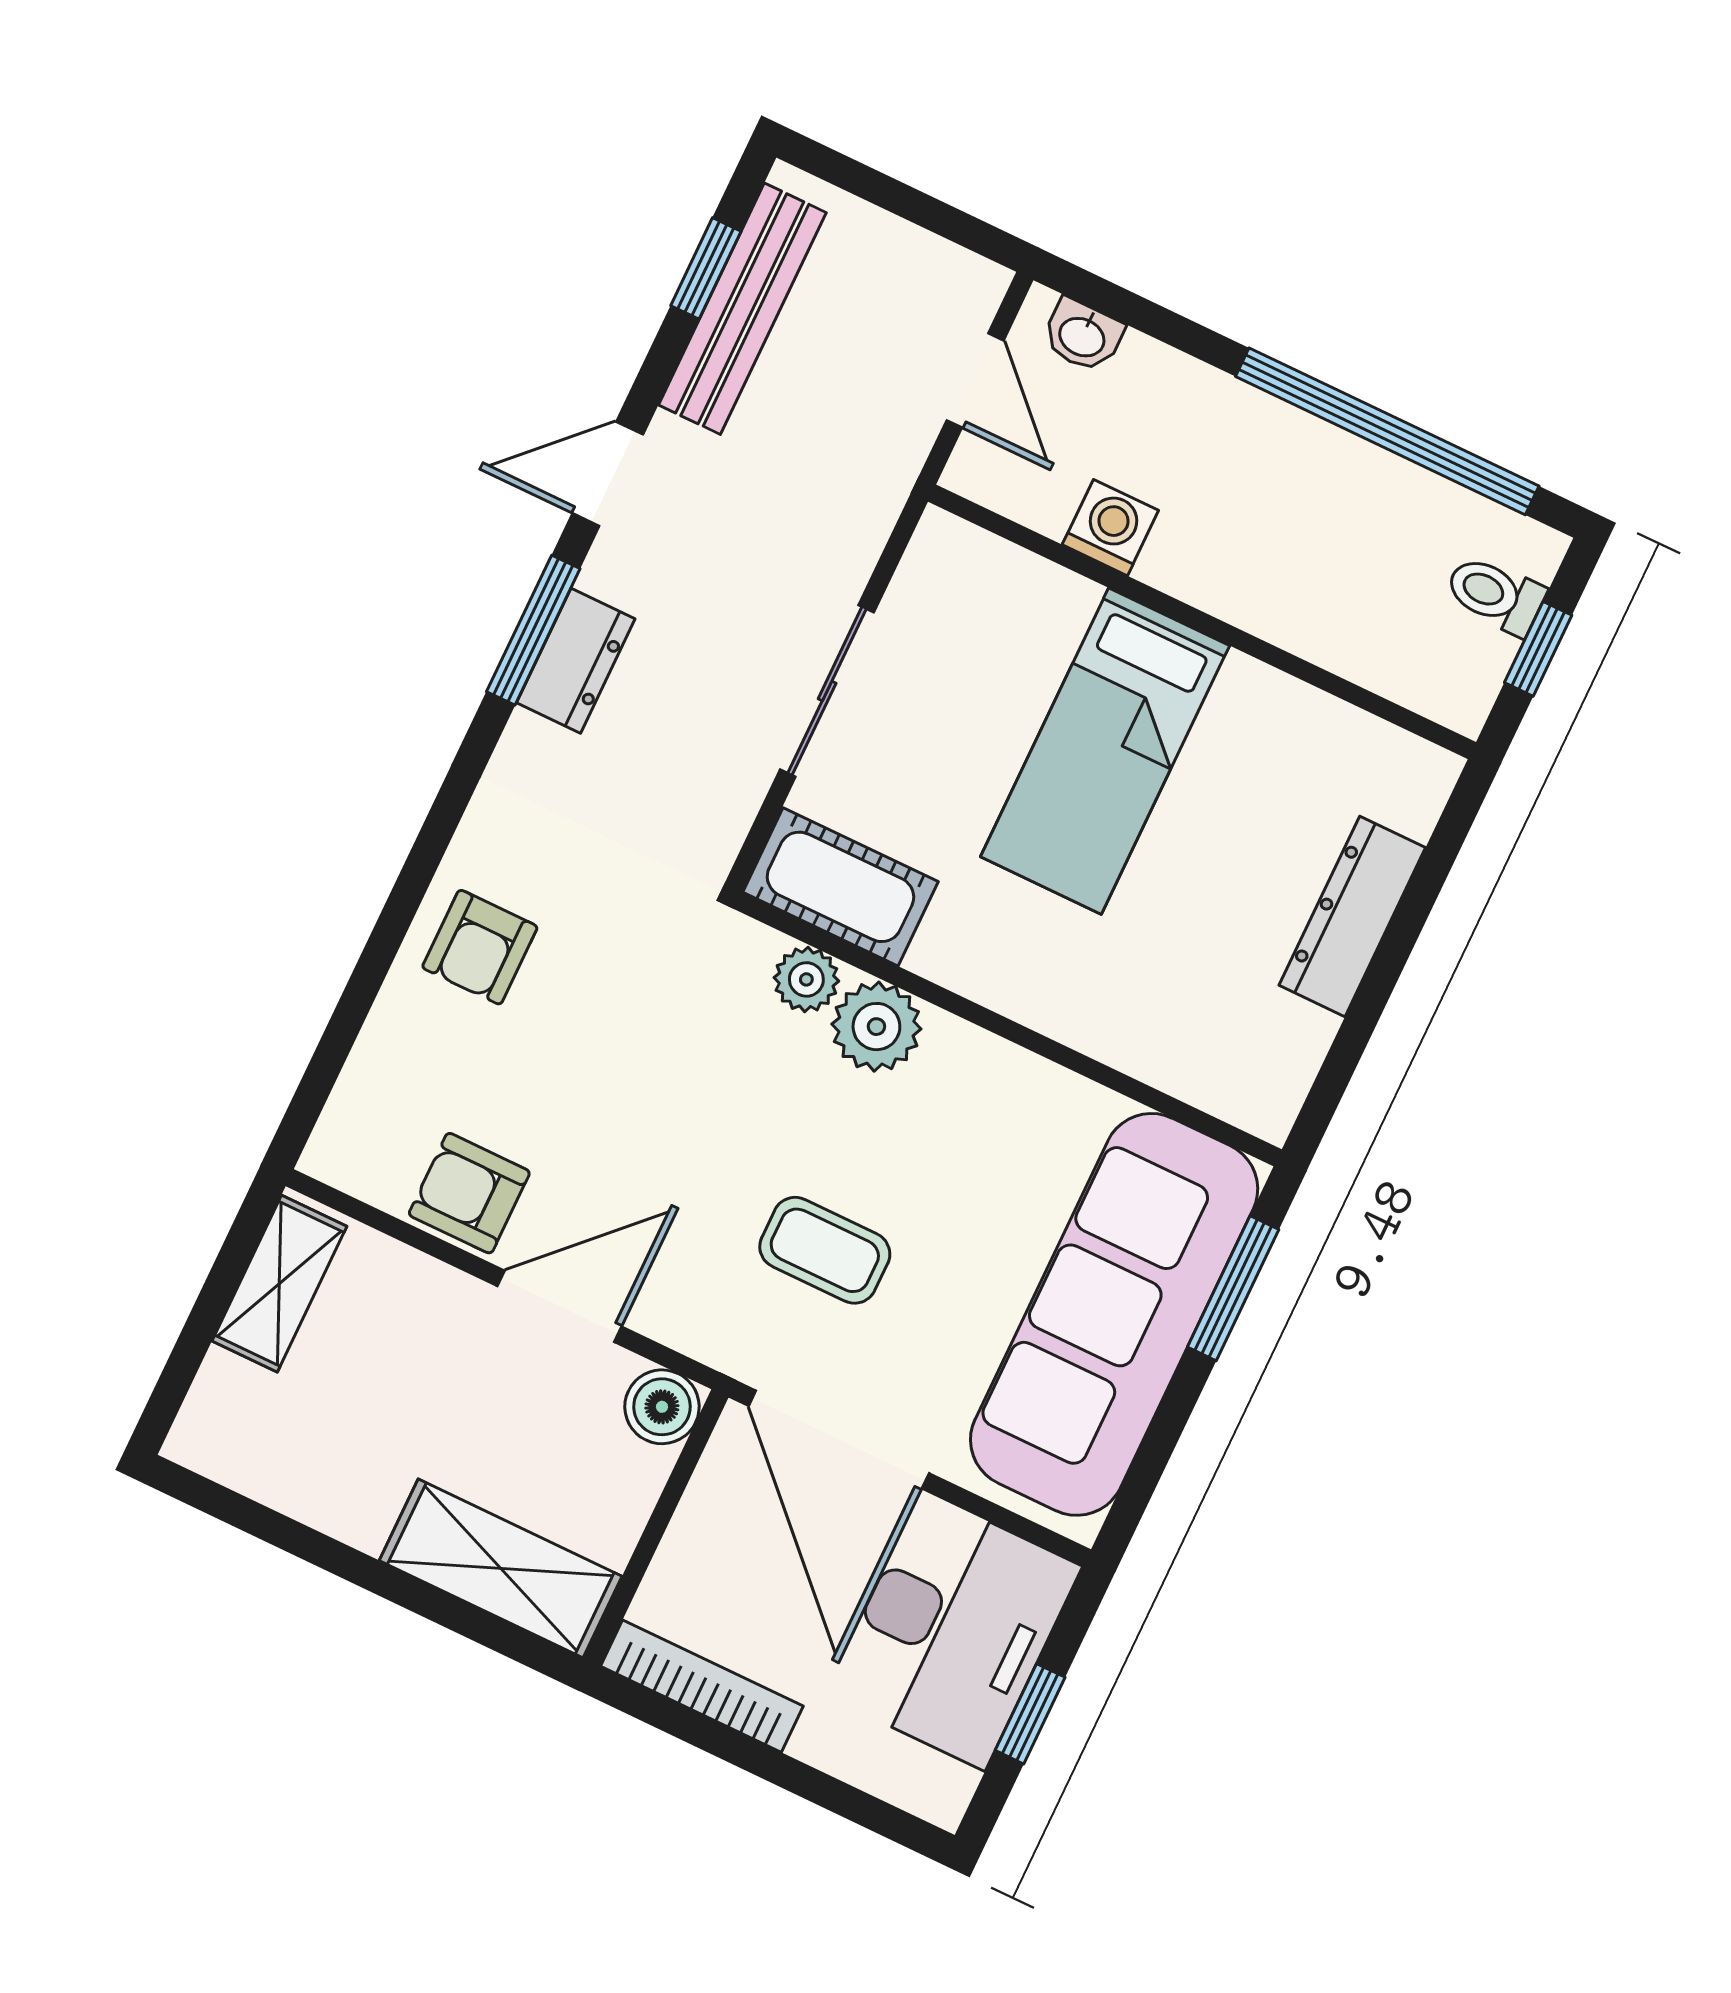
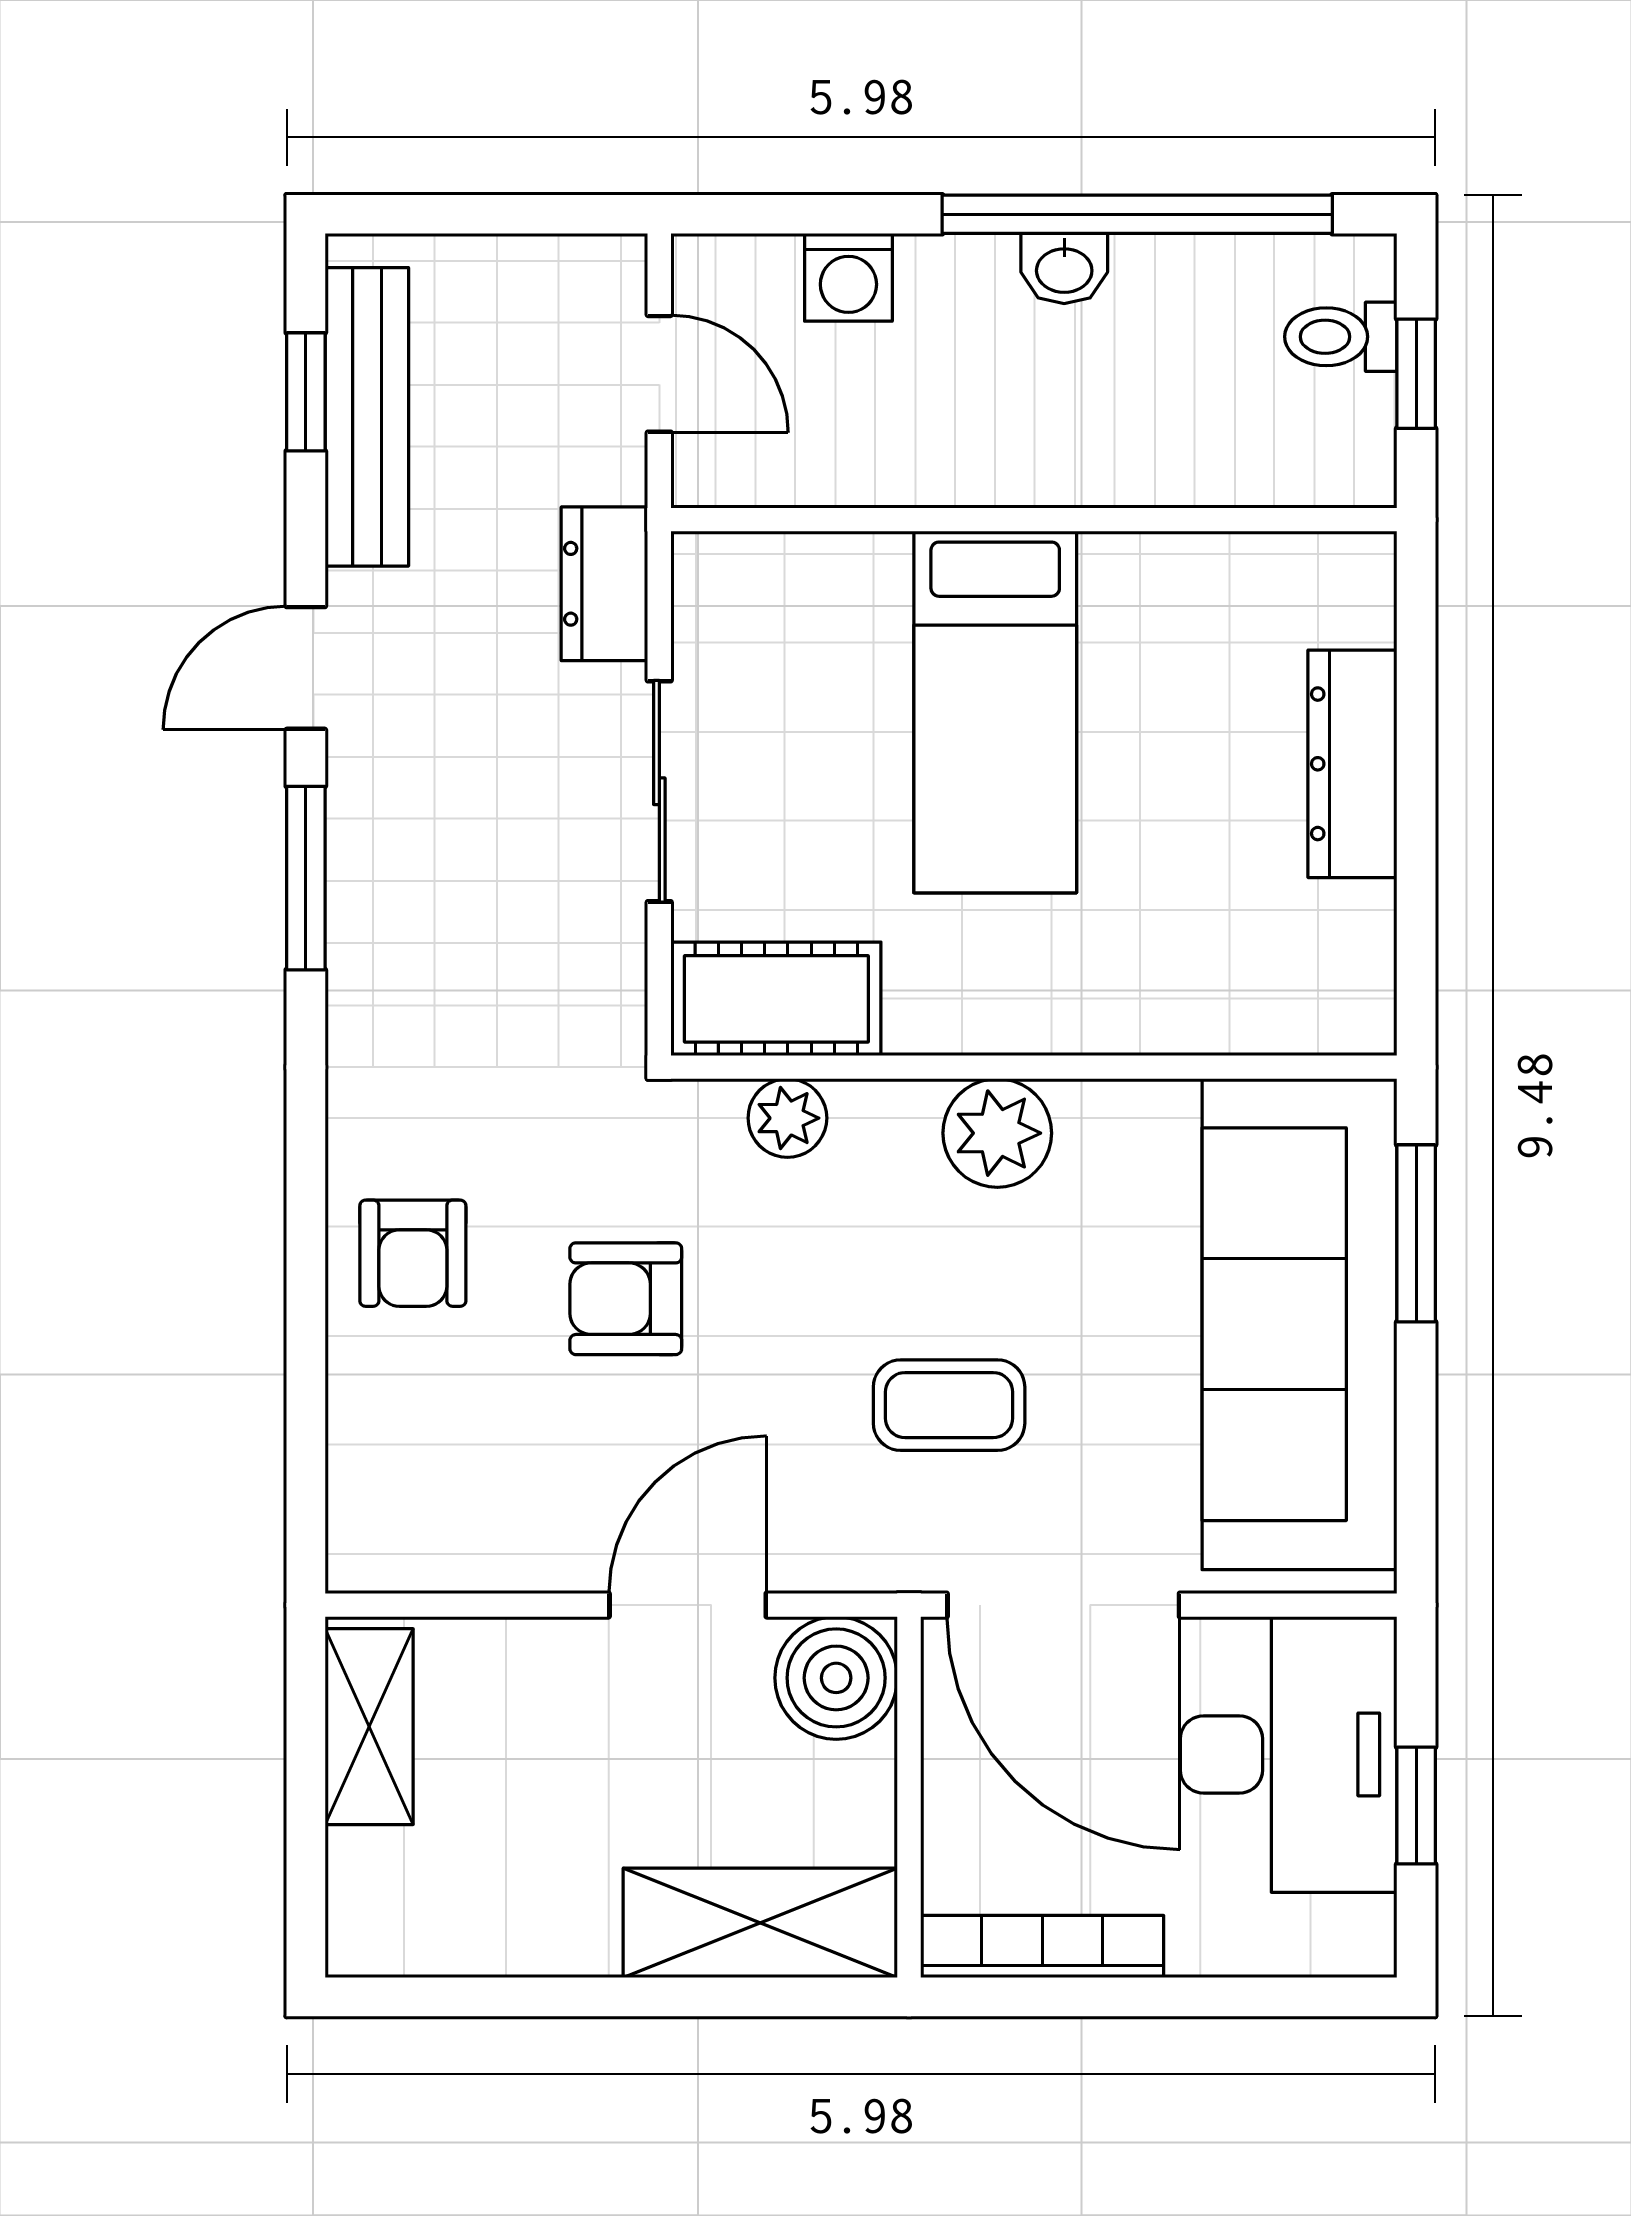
washbasin: (1083, 336) -> (1064, 269), moved
washing machine: (1110, 528) -> (848, 277), moved, turned 180
dresser: (576, 661) -> (604, 584), moved, turned 180
plant: (876, 1027) -> (997, 1133), moved
armchair: (469, 1193) -> (626, 1299), moved
boiler: (662, 1407) -> (836, 1678), width x1.36, depth x1.36

